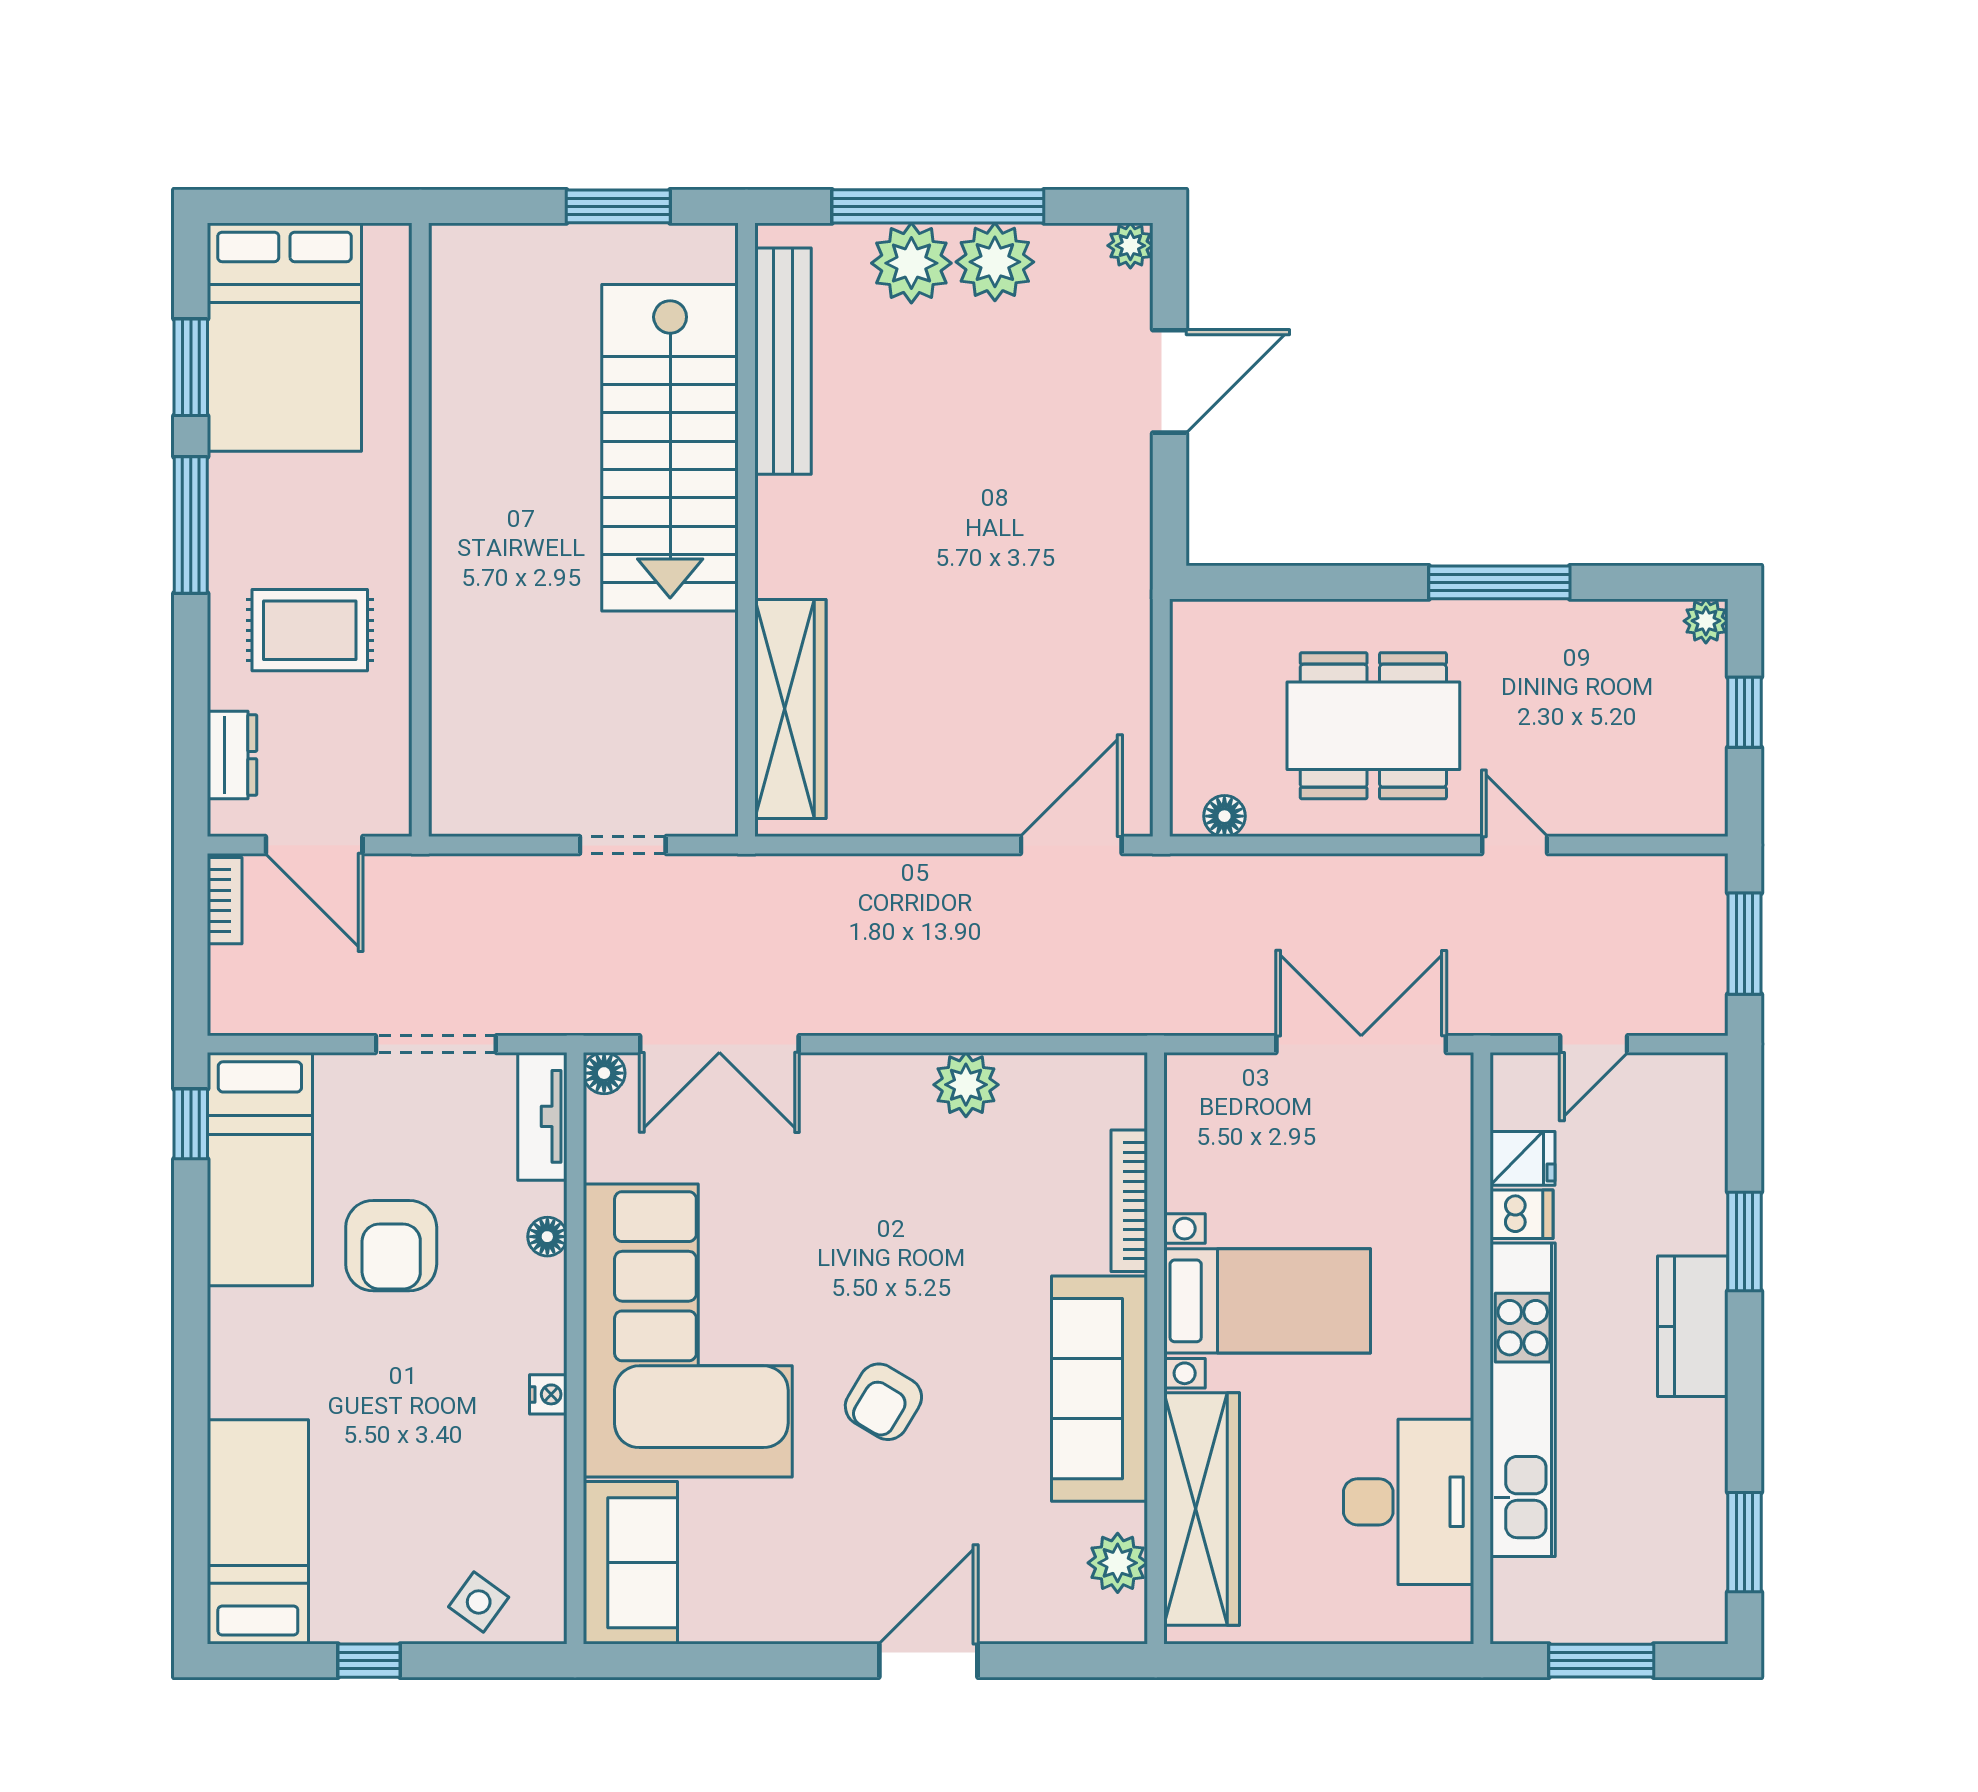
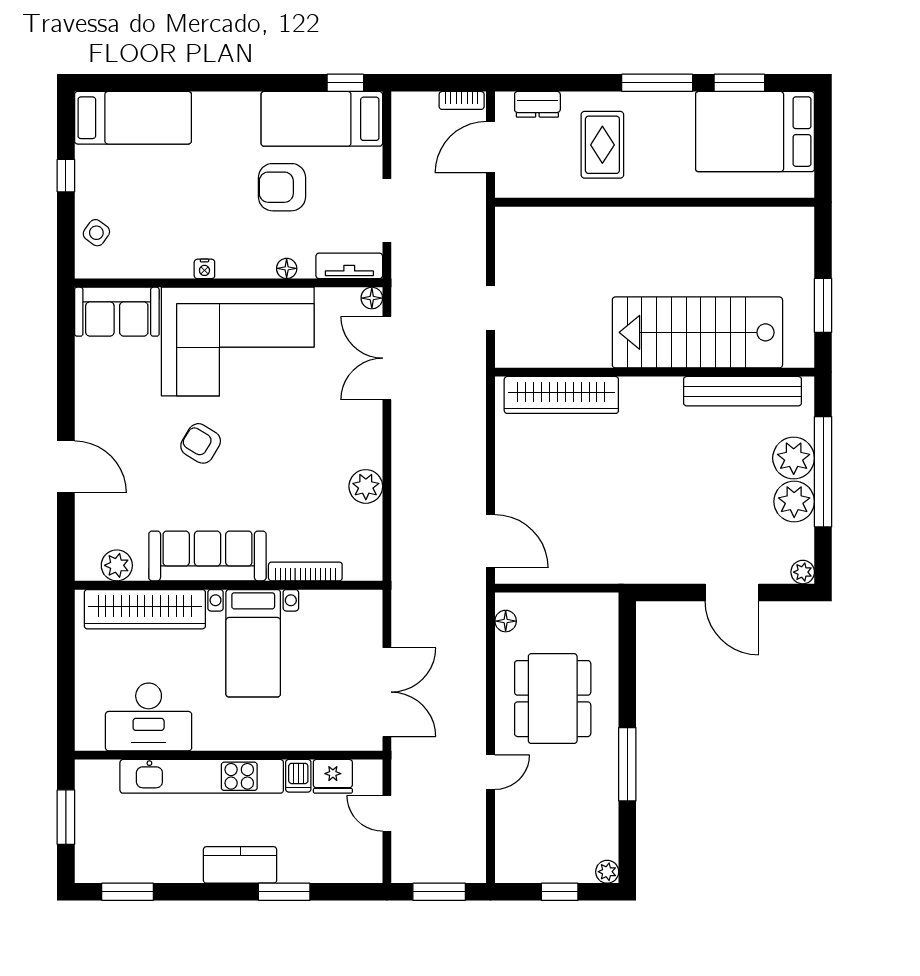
fridge: (1523, 1158) -> (333, 776), width x1.38

